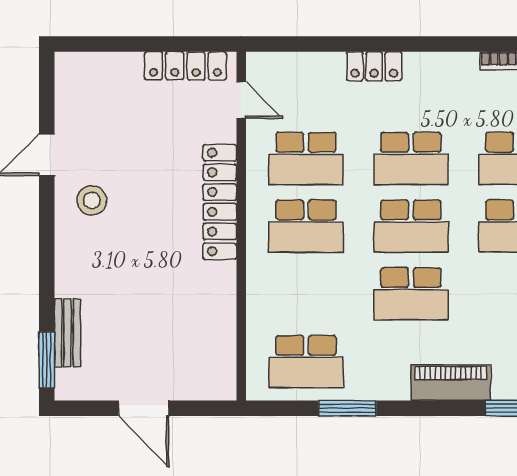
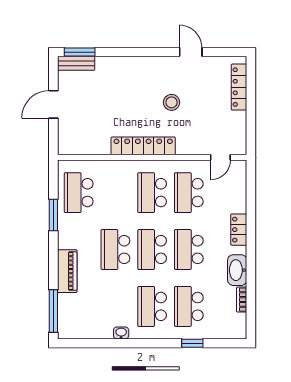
locker: (185, 66) -> (239, 87), moved
washbasin: (449, 69) -> (237, 270), added
stool: (92, 200) -> (172, 102), moved
locker: (220, 202) -> (143, 146), moved
bench: (68, 333) -> (76, 63), moved

